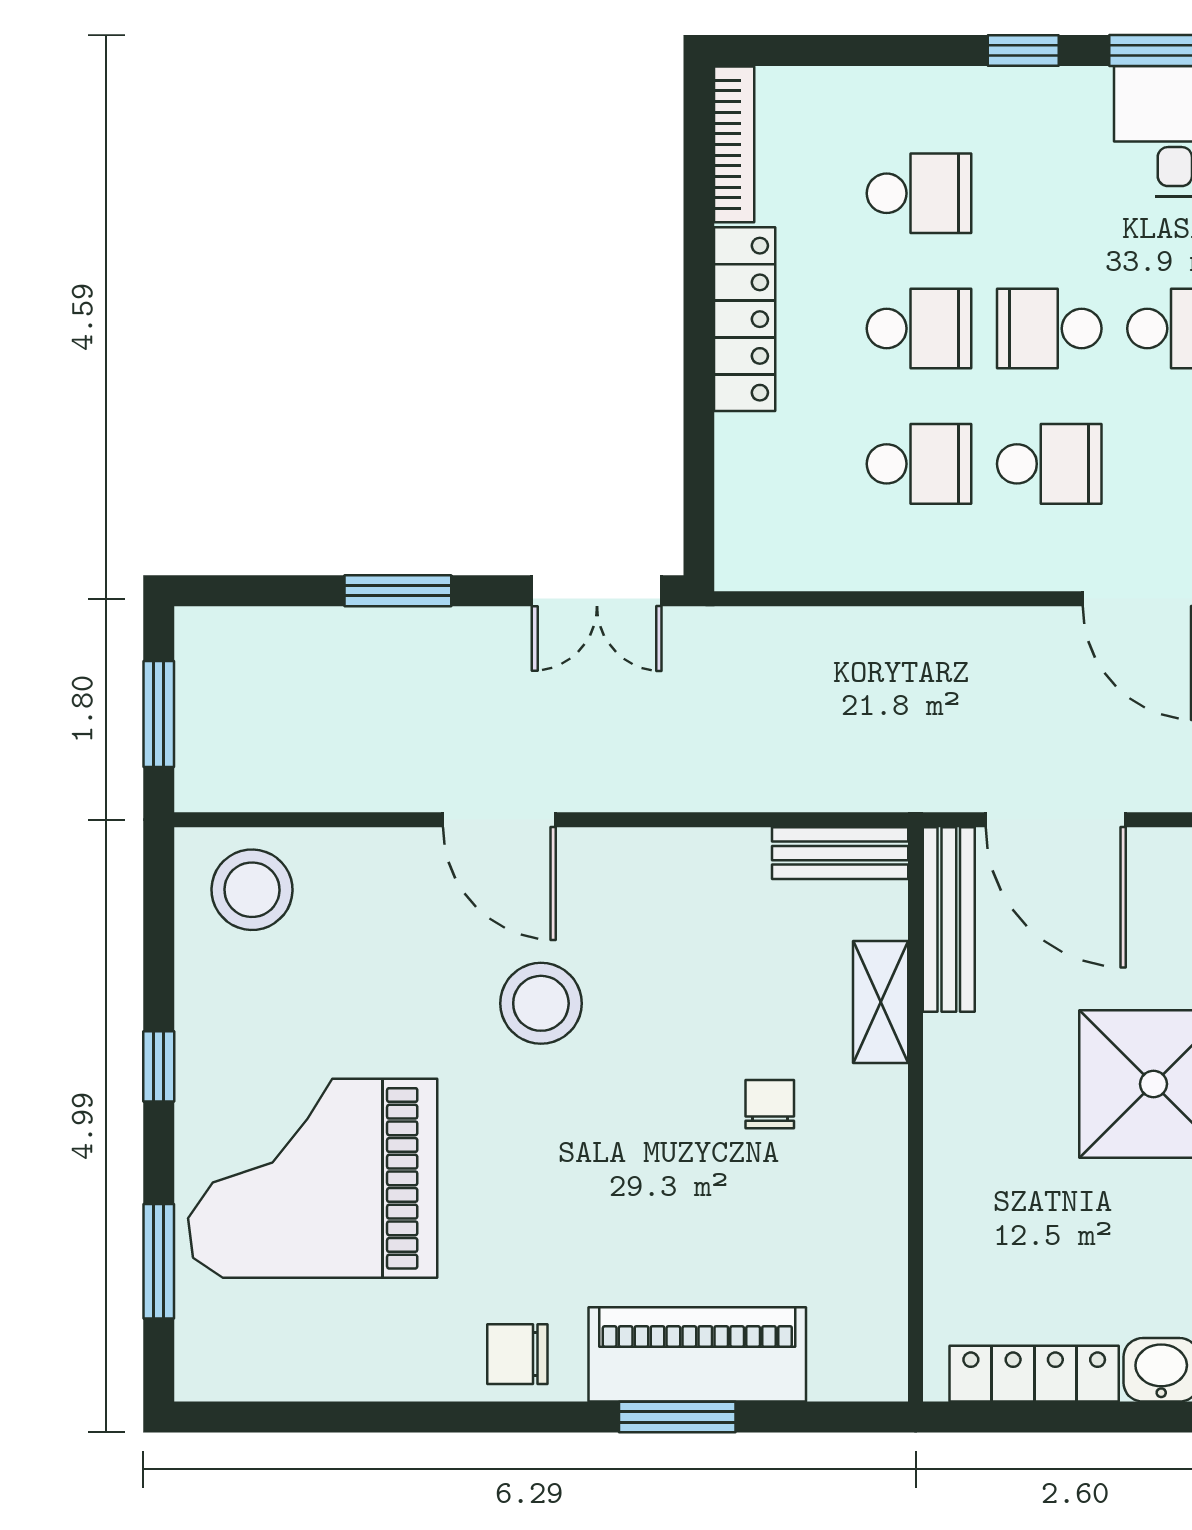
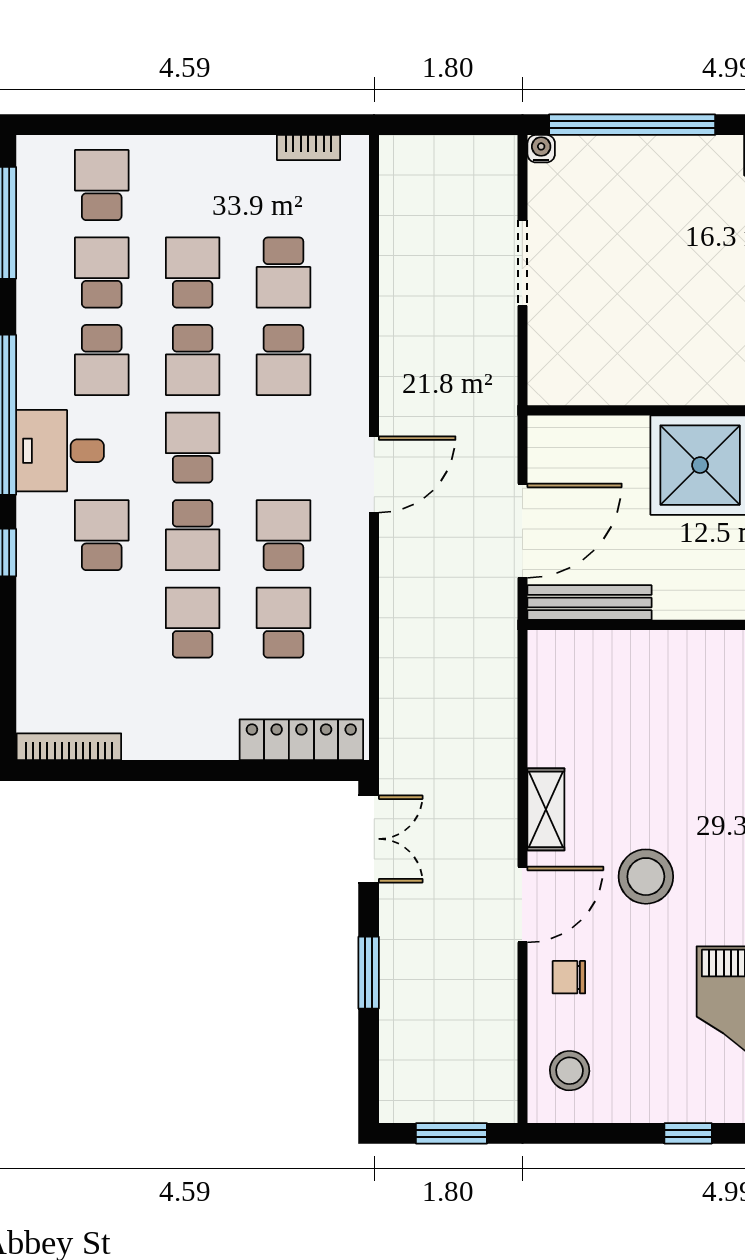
school desk: (919, 193) -> (102, 535), moved
locker: (745, 319) -> (301, 740), moved
bench: (840, 853) -> (545, 676), removed
stool: (252, 890) -> (570, 1071), width x0.73, depth x0.73
shelving: (881, 1002) -> (546, 809), moved, turned 90
chair: (770, 1104) -> (569, 977), moved

